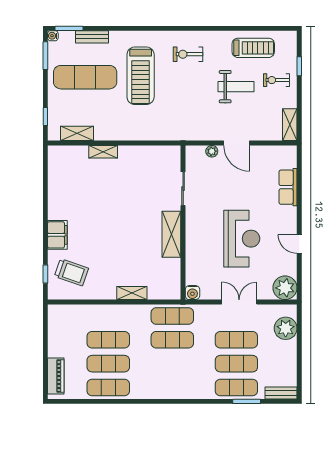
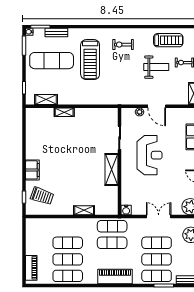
reception desk: (242, 239) -> (149, 155), moved
piano: (176, 388) -> (115, 277), added

